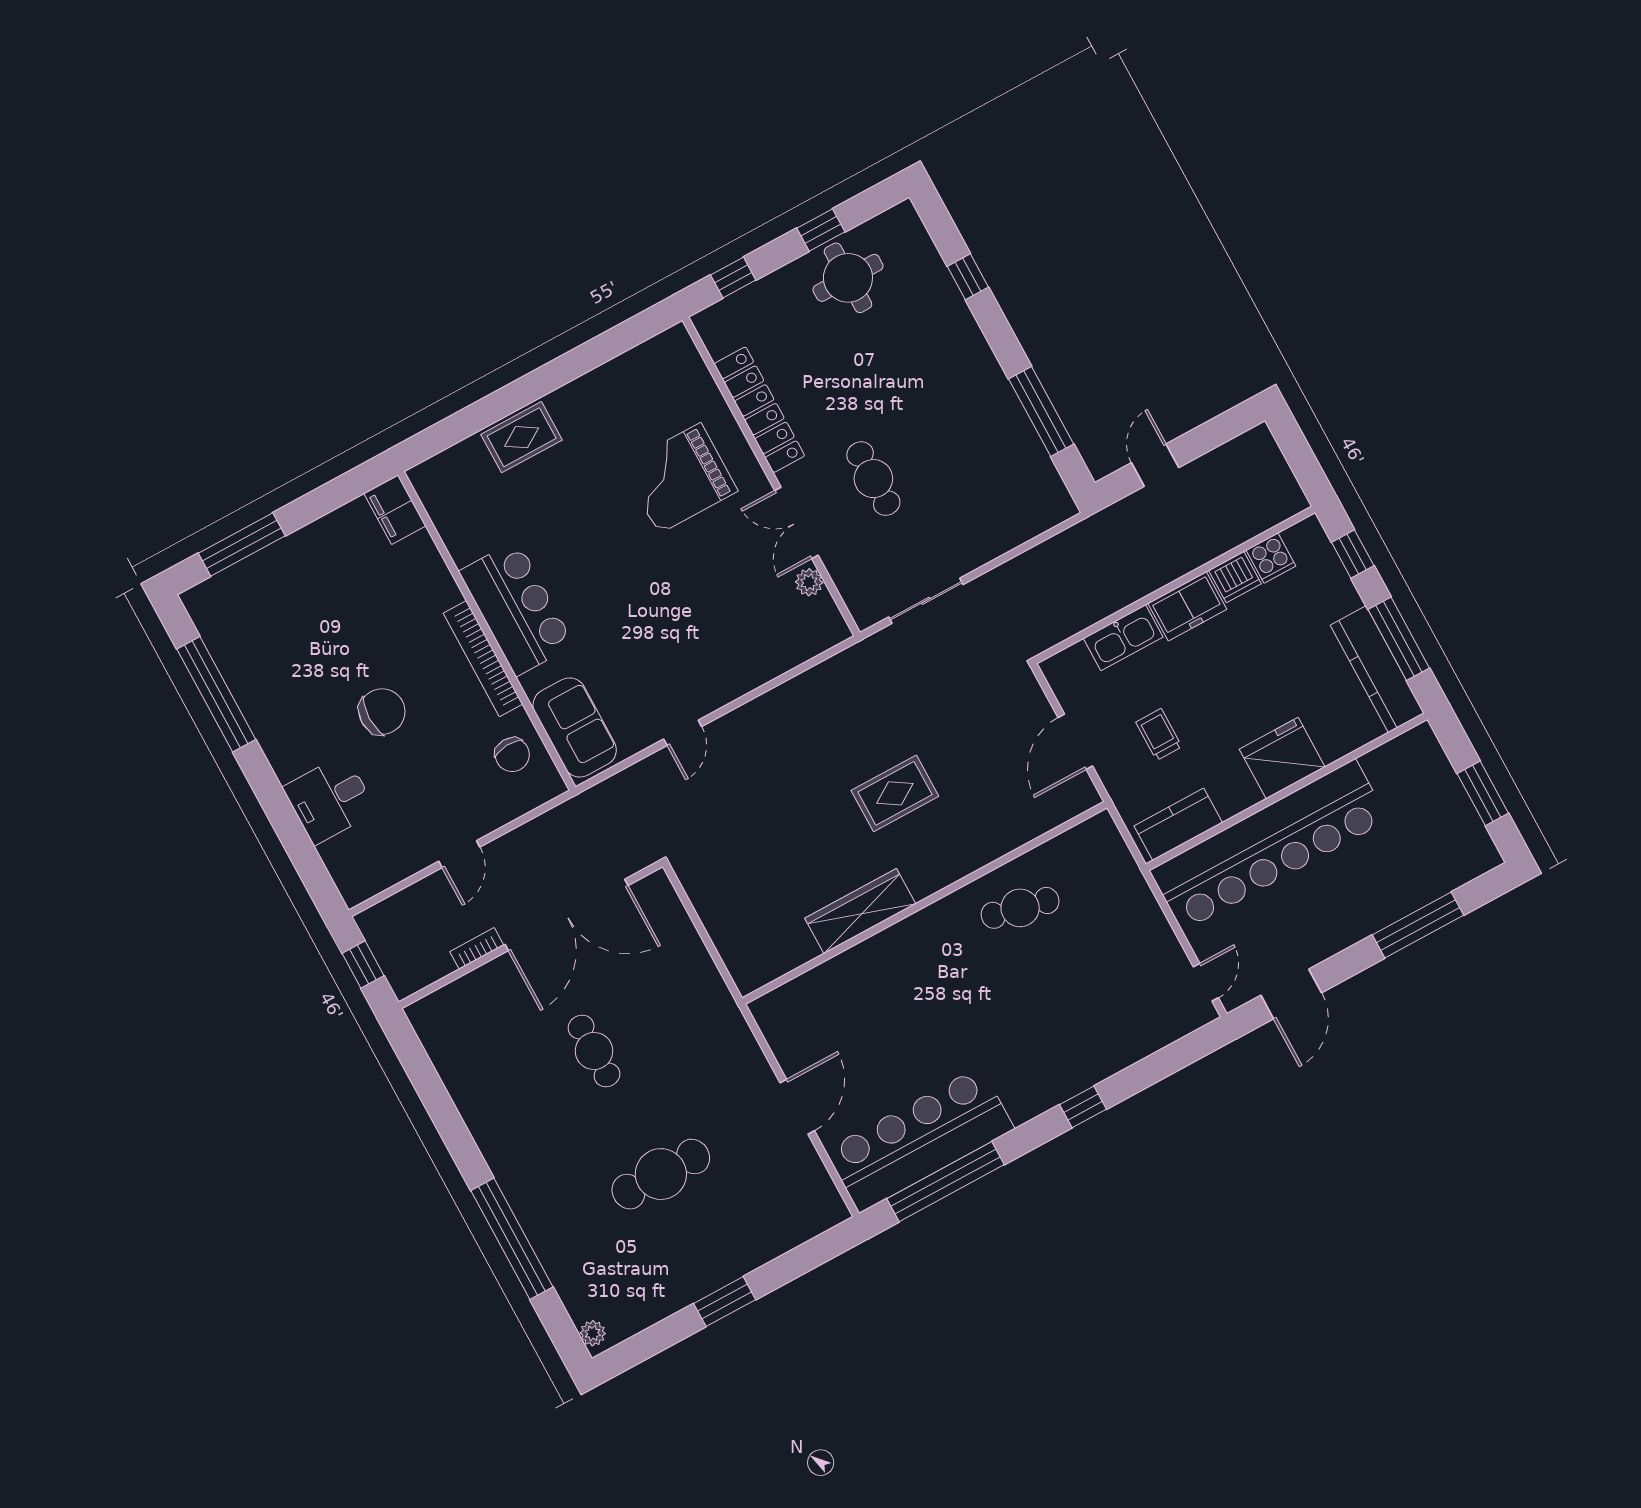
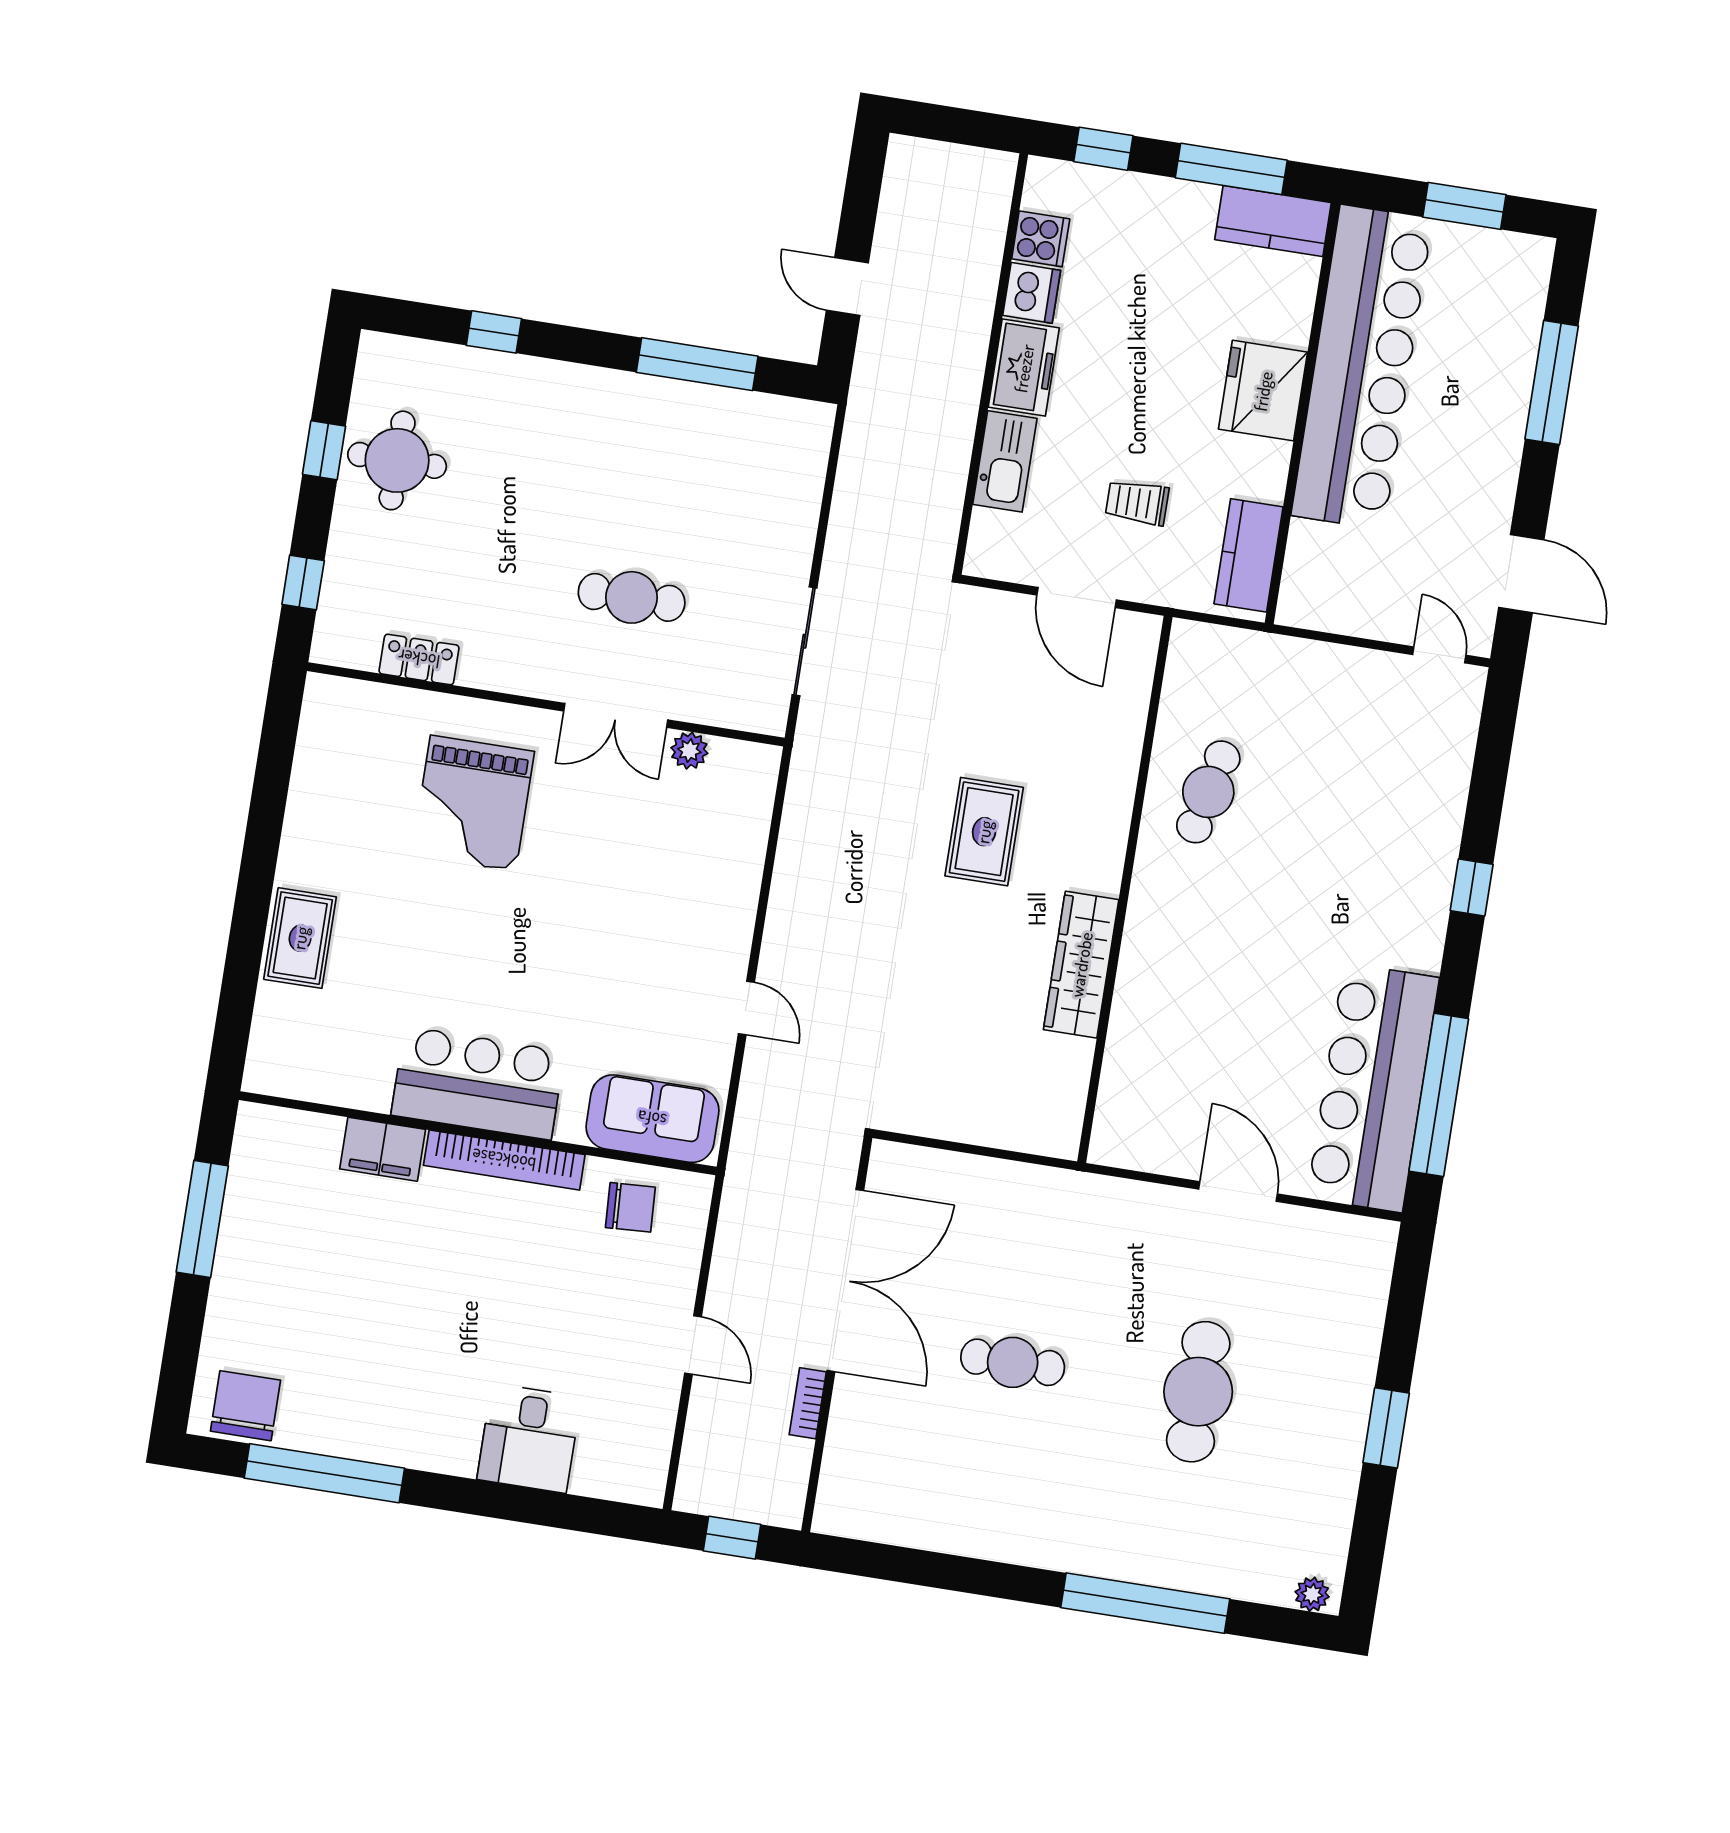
locker: (759, 410) -> (419, 659), width x0.46, depth x0.83
filing cabinet: (395, 510) -> (383, 1149), moved
window: (242, 544) -> (202, 1219), moved
kitchen counter: (1377, 669) -> (1273, 221), width x0.67
chair: (382, 712) -> (246, 1406), moved
bar counter: (1269, 845) -> (1362, 367), moved

